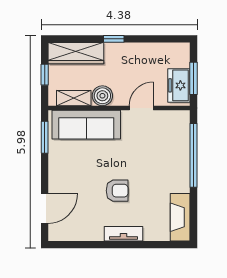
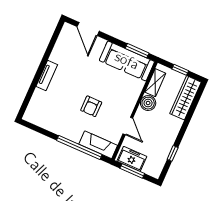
window: (114, 39) -> (173, 153), moved
sofa: (86, 125) -> (127, 61), moved, turned -90
armchair: (117, 191) -> (91, 106), moved
fireplace: (180, 217) -> (98, 145), moved

